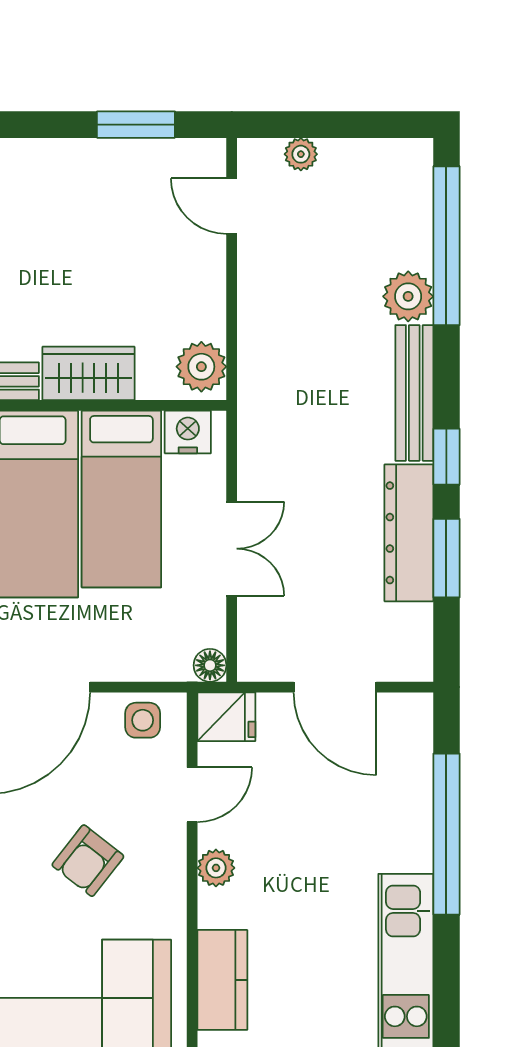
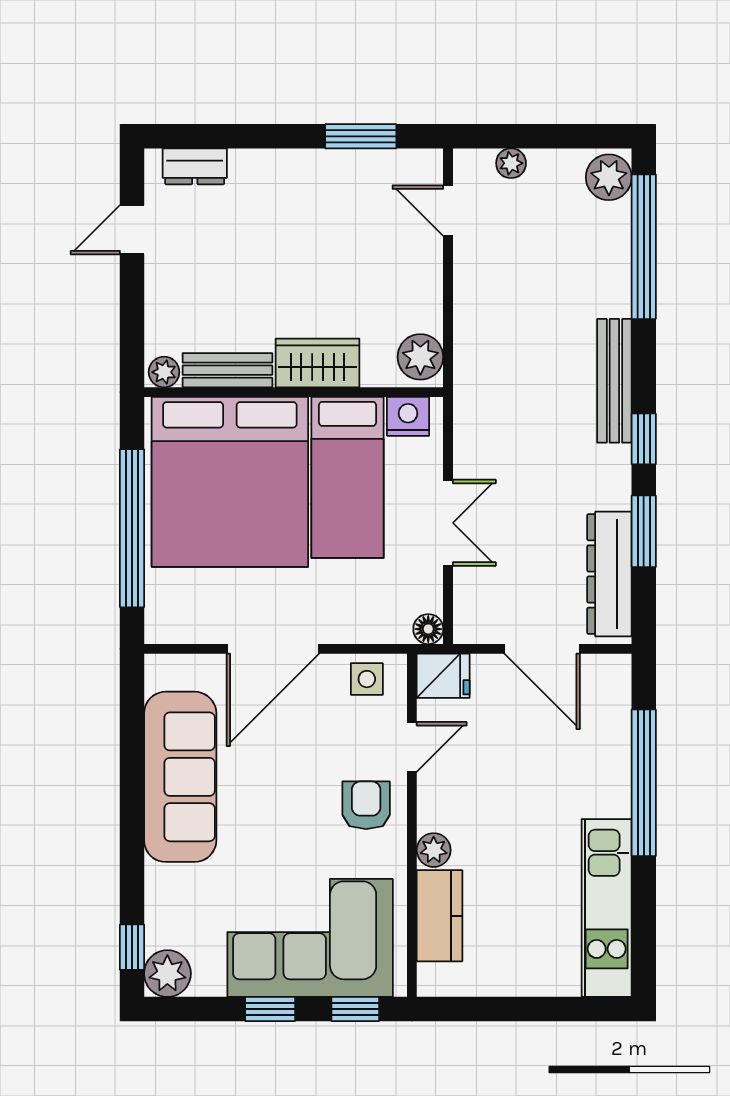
plant: (408, 296) -> (609, 177), moved
dresser: (409, 533) -> (609, 574), moved
armchair: (88, 861) -> (366, 805), moved, turned 142
plant: (216, 868) -> (434, 850), moved

